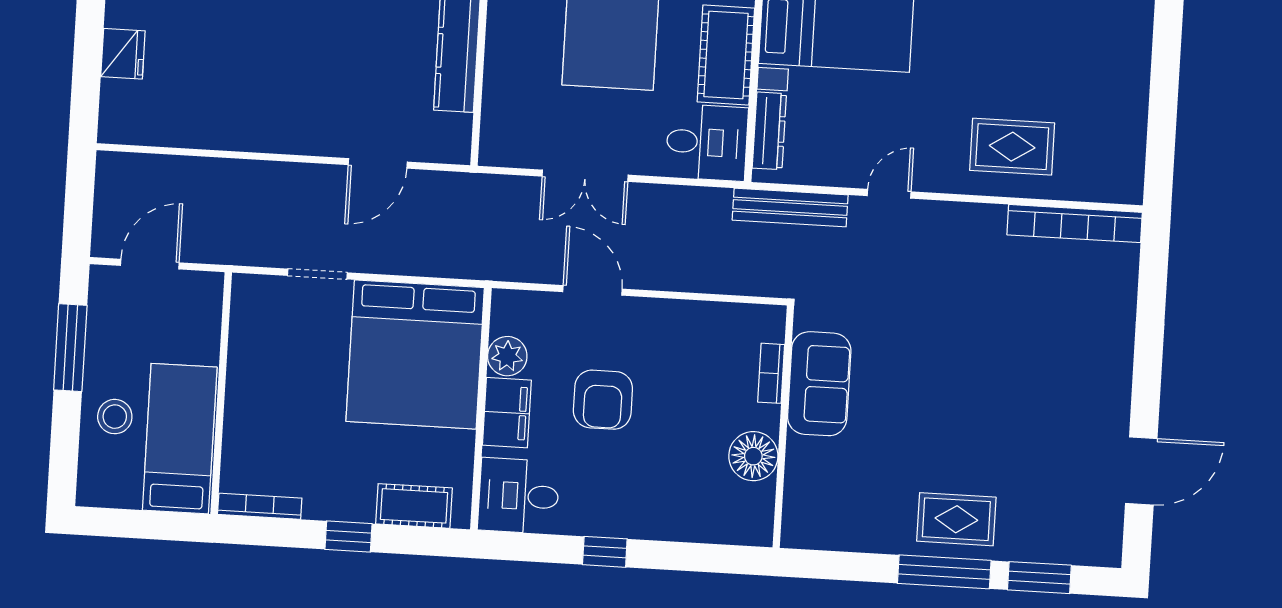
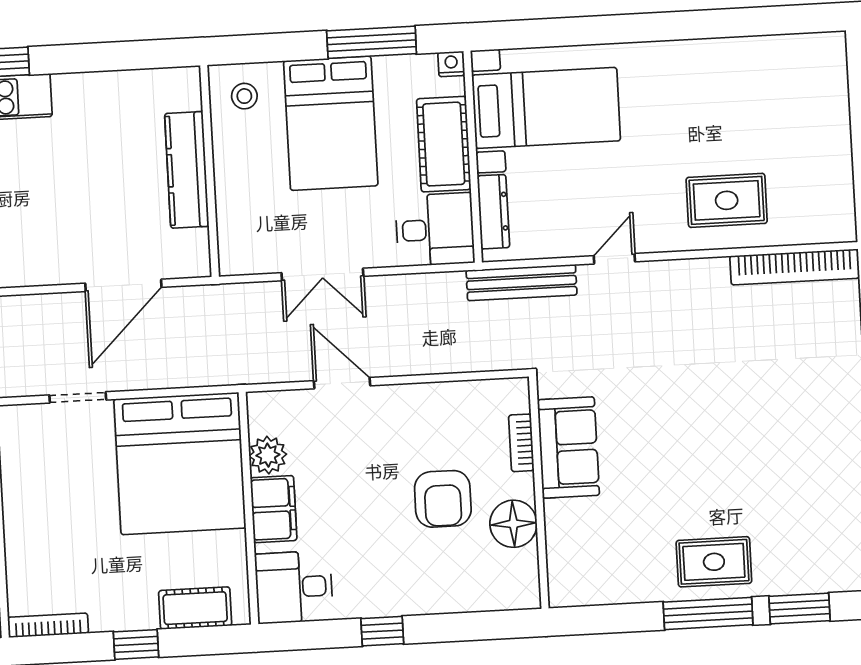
door: (378, 163) -> (123, 285), width x1.36
armchair: (603, 400) -> (443, 499), moved

